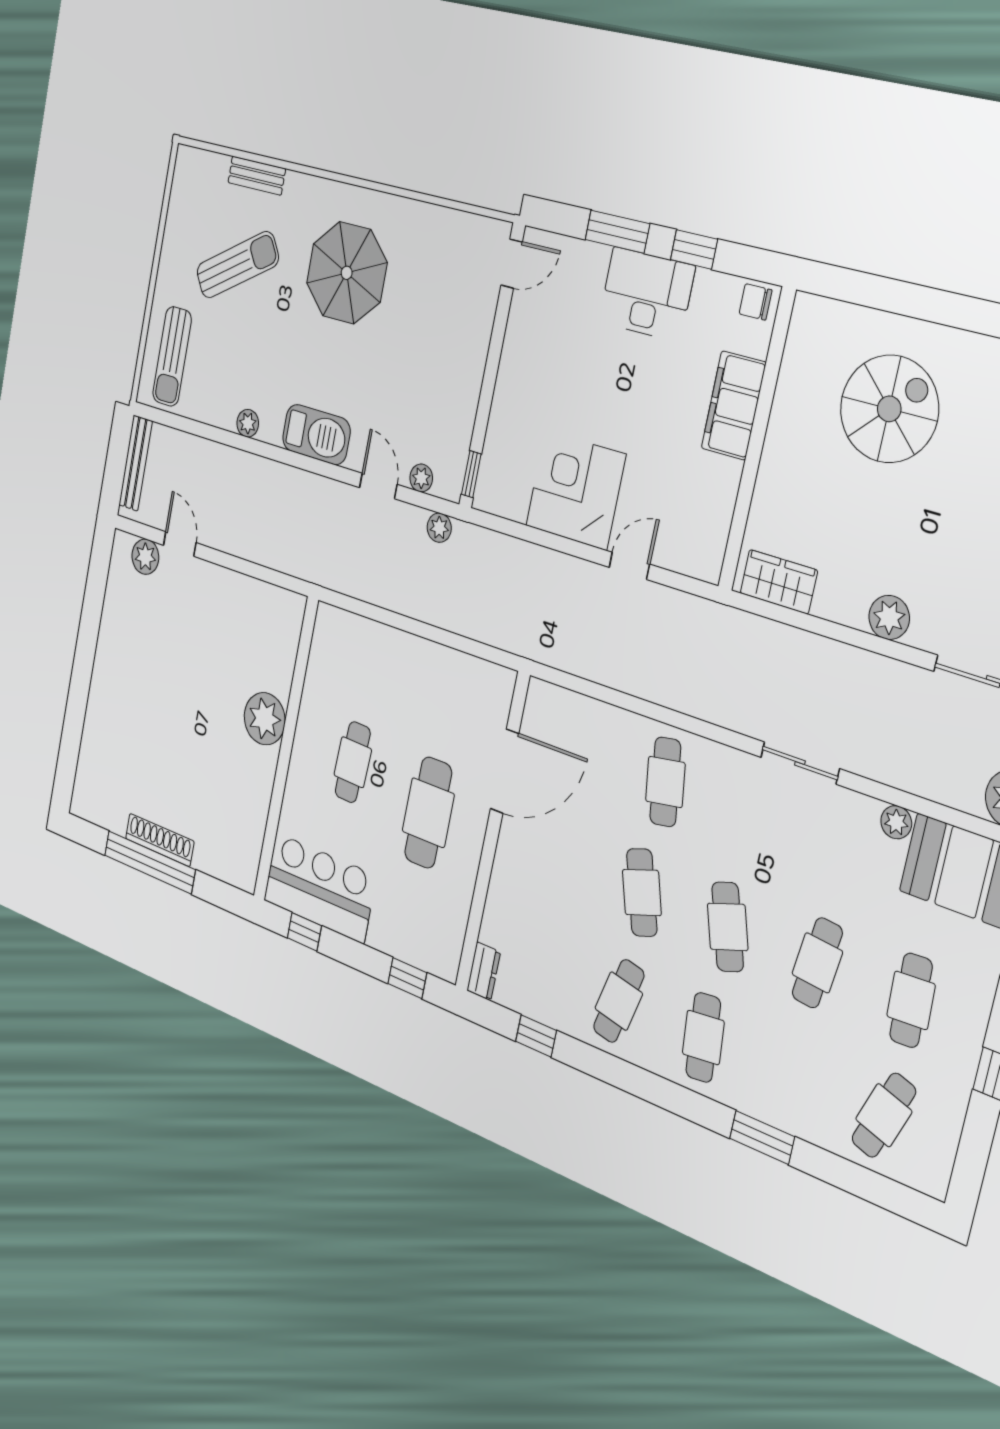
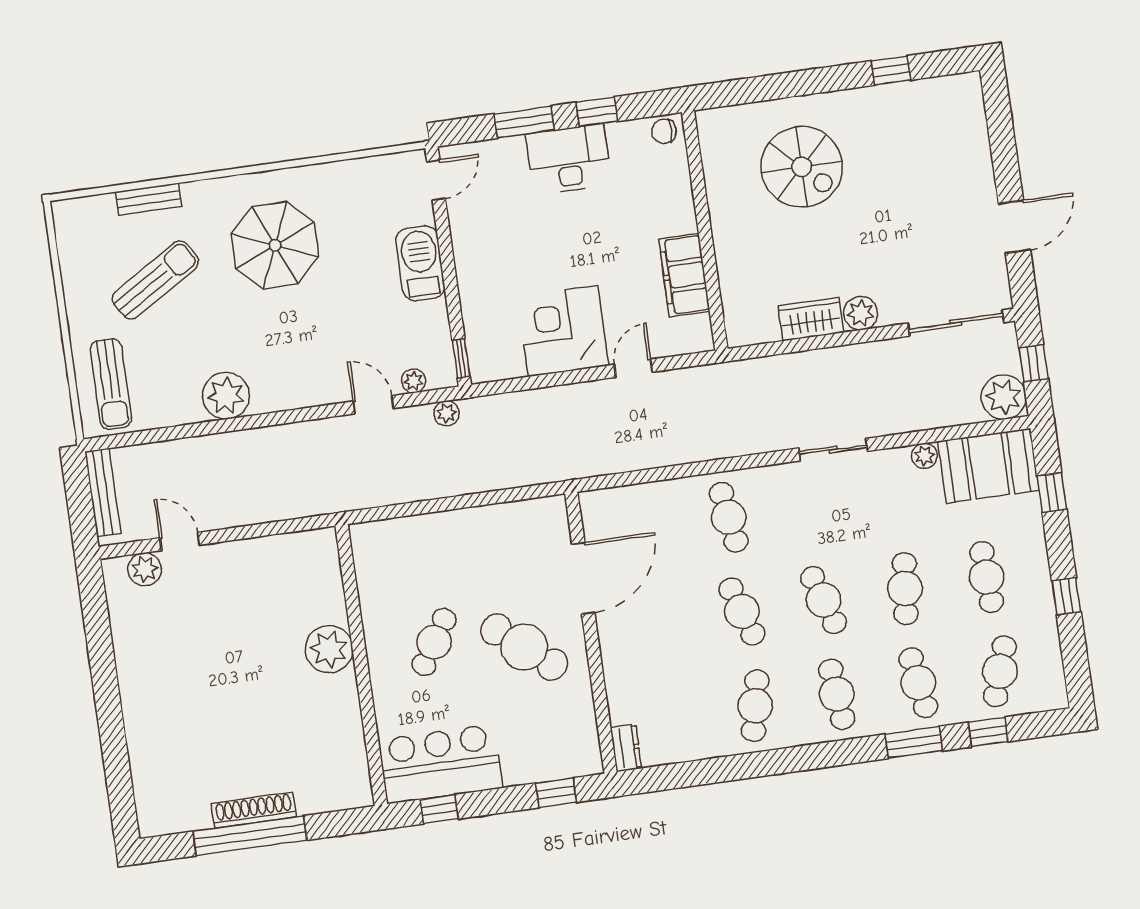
filing cabinet: (734, 405) -> (684, 275), moved
spiral stairs: (889, 409) -> (802, 167), turned 90
plant: (248, 423) -> (226, 396), width x1.87, depth x1.87
barbecue: (316, 435) -> (420, 263), moved, turned -90
wardrobe: (779, 582) -> (811, 319), moved
cafe table: (353, 762) -> (434, 642), turned 30
cafe table: (428, 813) -> (524, 647), turned -50
window: (536, 1036) -> (988, 732), moved
cafe table: (791, 1075) -> (918, 683), added

